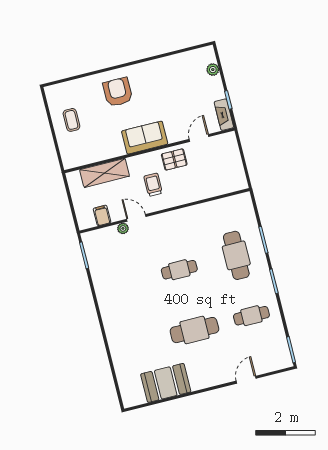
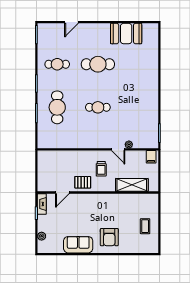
sofa: (145, 138) -> (78, 245), moved, turned 180
filing cabinet: (102, 215) -> (151, 157), moved

